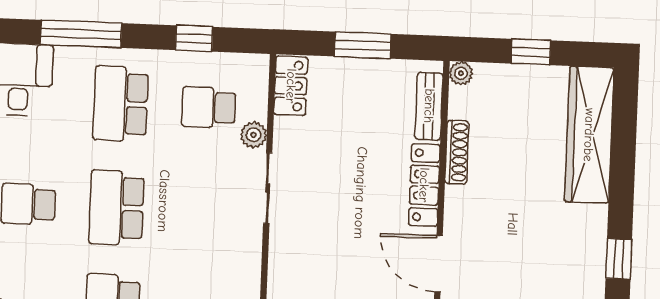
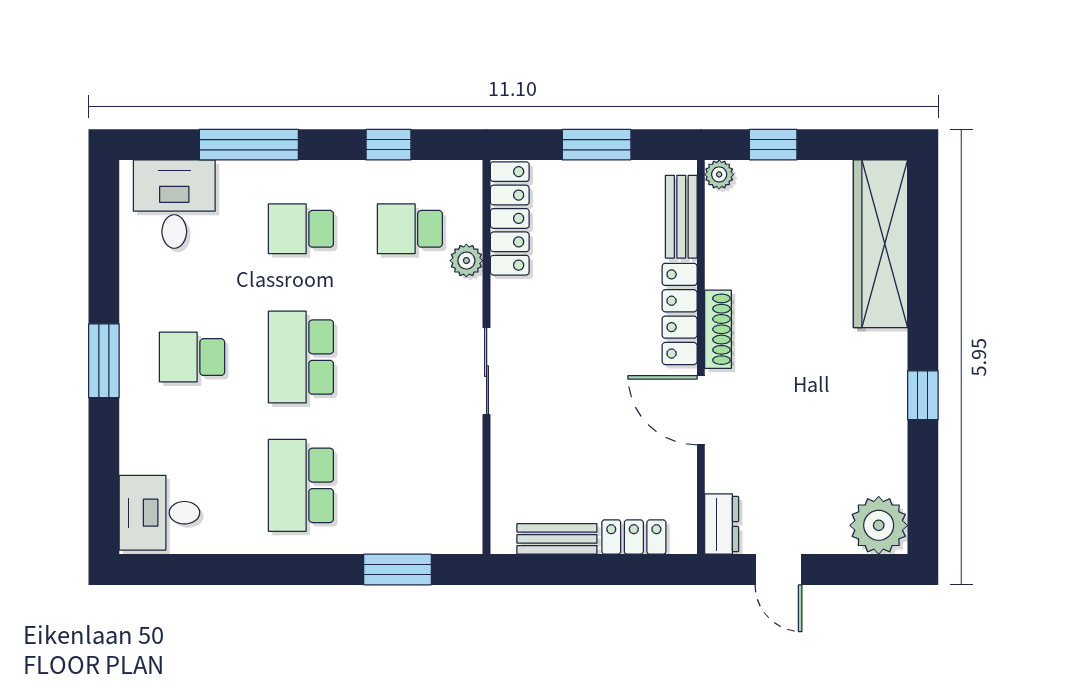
window: (531, 52) -> (773, 145), moved
locker: (291, 86) -> (510, 218), width x1.53
school desk: (121, 104) -> (301, 229), width x0.54
shoe rack: (457, 152) -> (718, 329), moved
sliding door: (268, 188) -> (487, 371), moved

